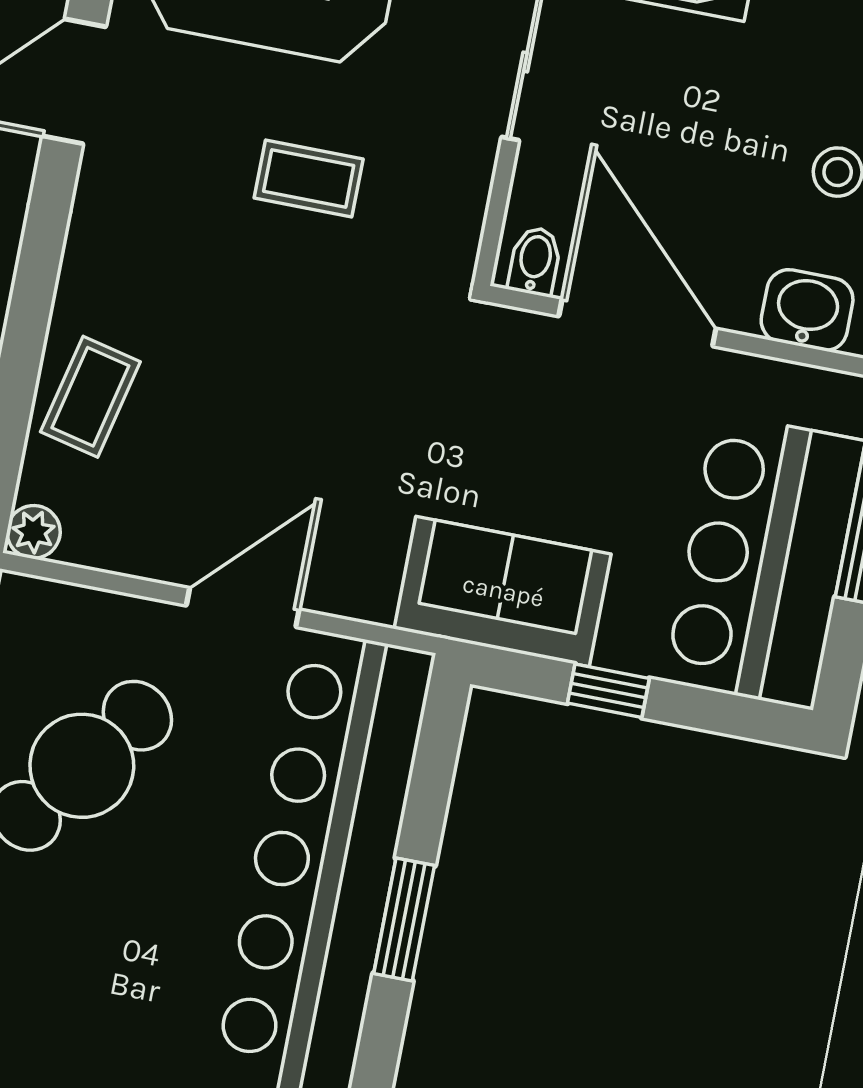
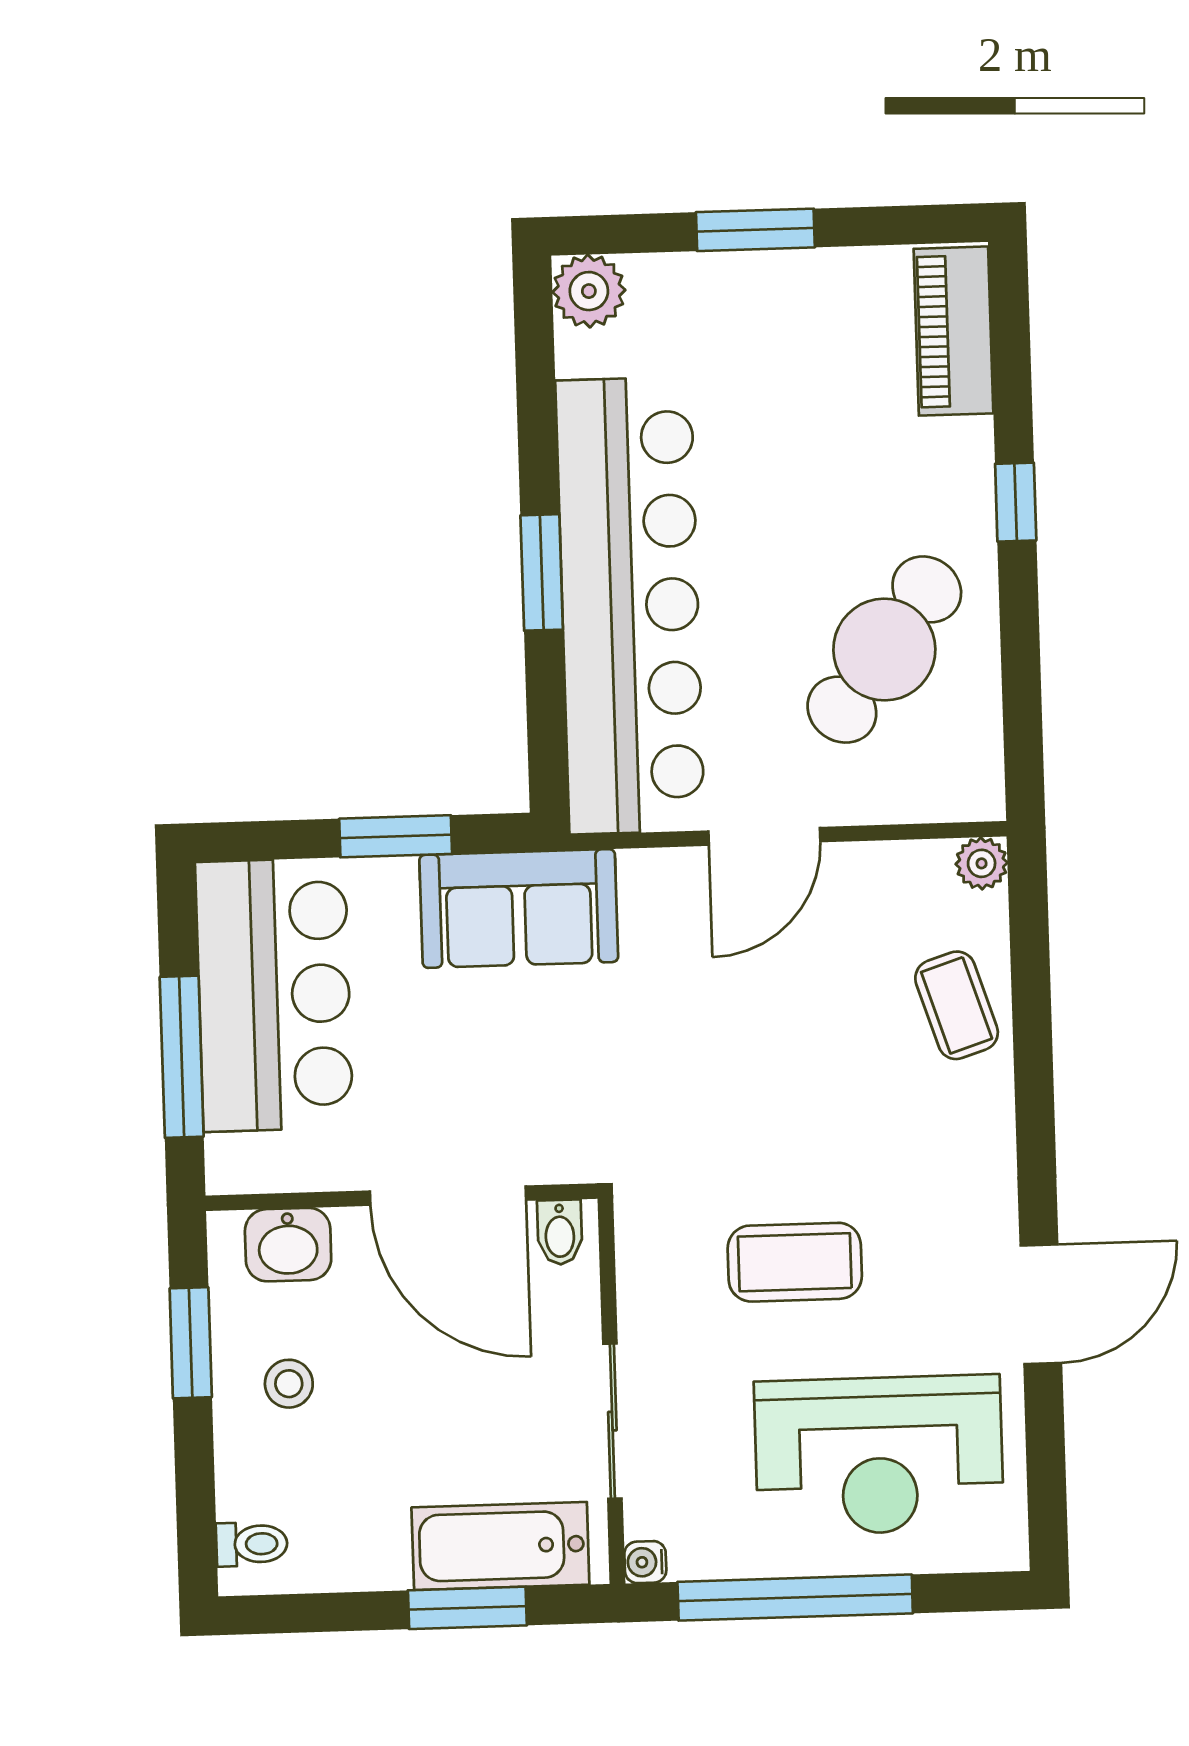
coffee table: (309, 178) -> (795, 1262), width x1.36, depth x1.30
coffee table: (90, 397) -> (957, 1005), turned -31
window: (608, 691) -> (396, 836), width x1.50

